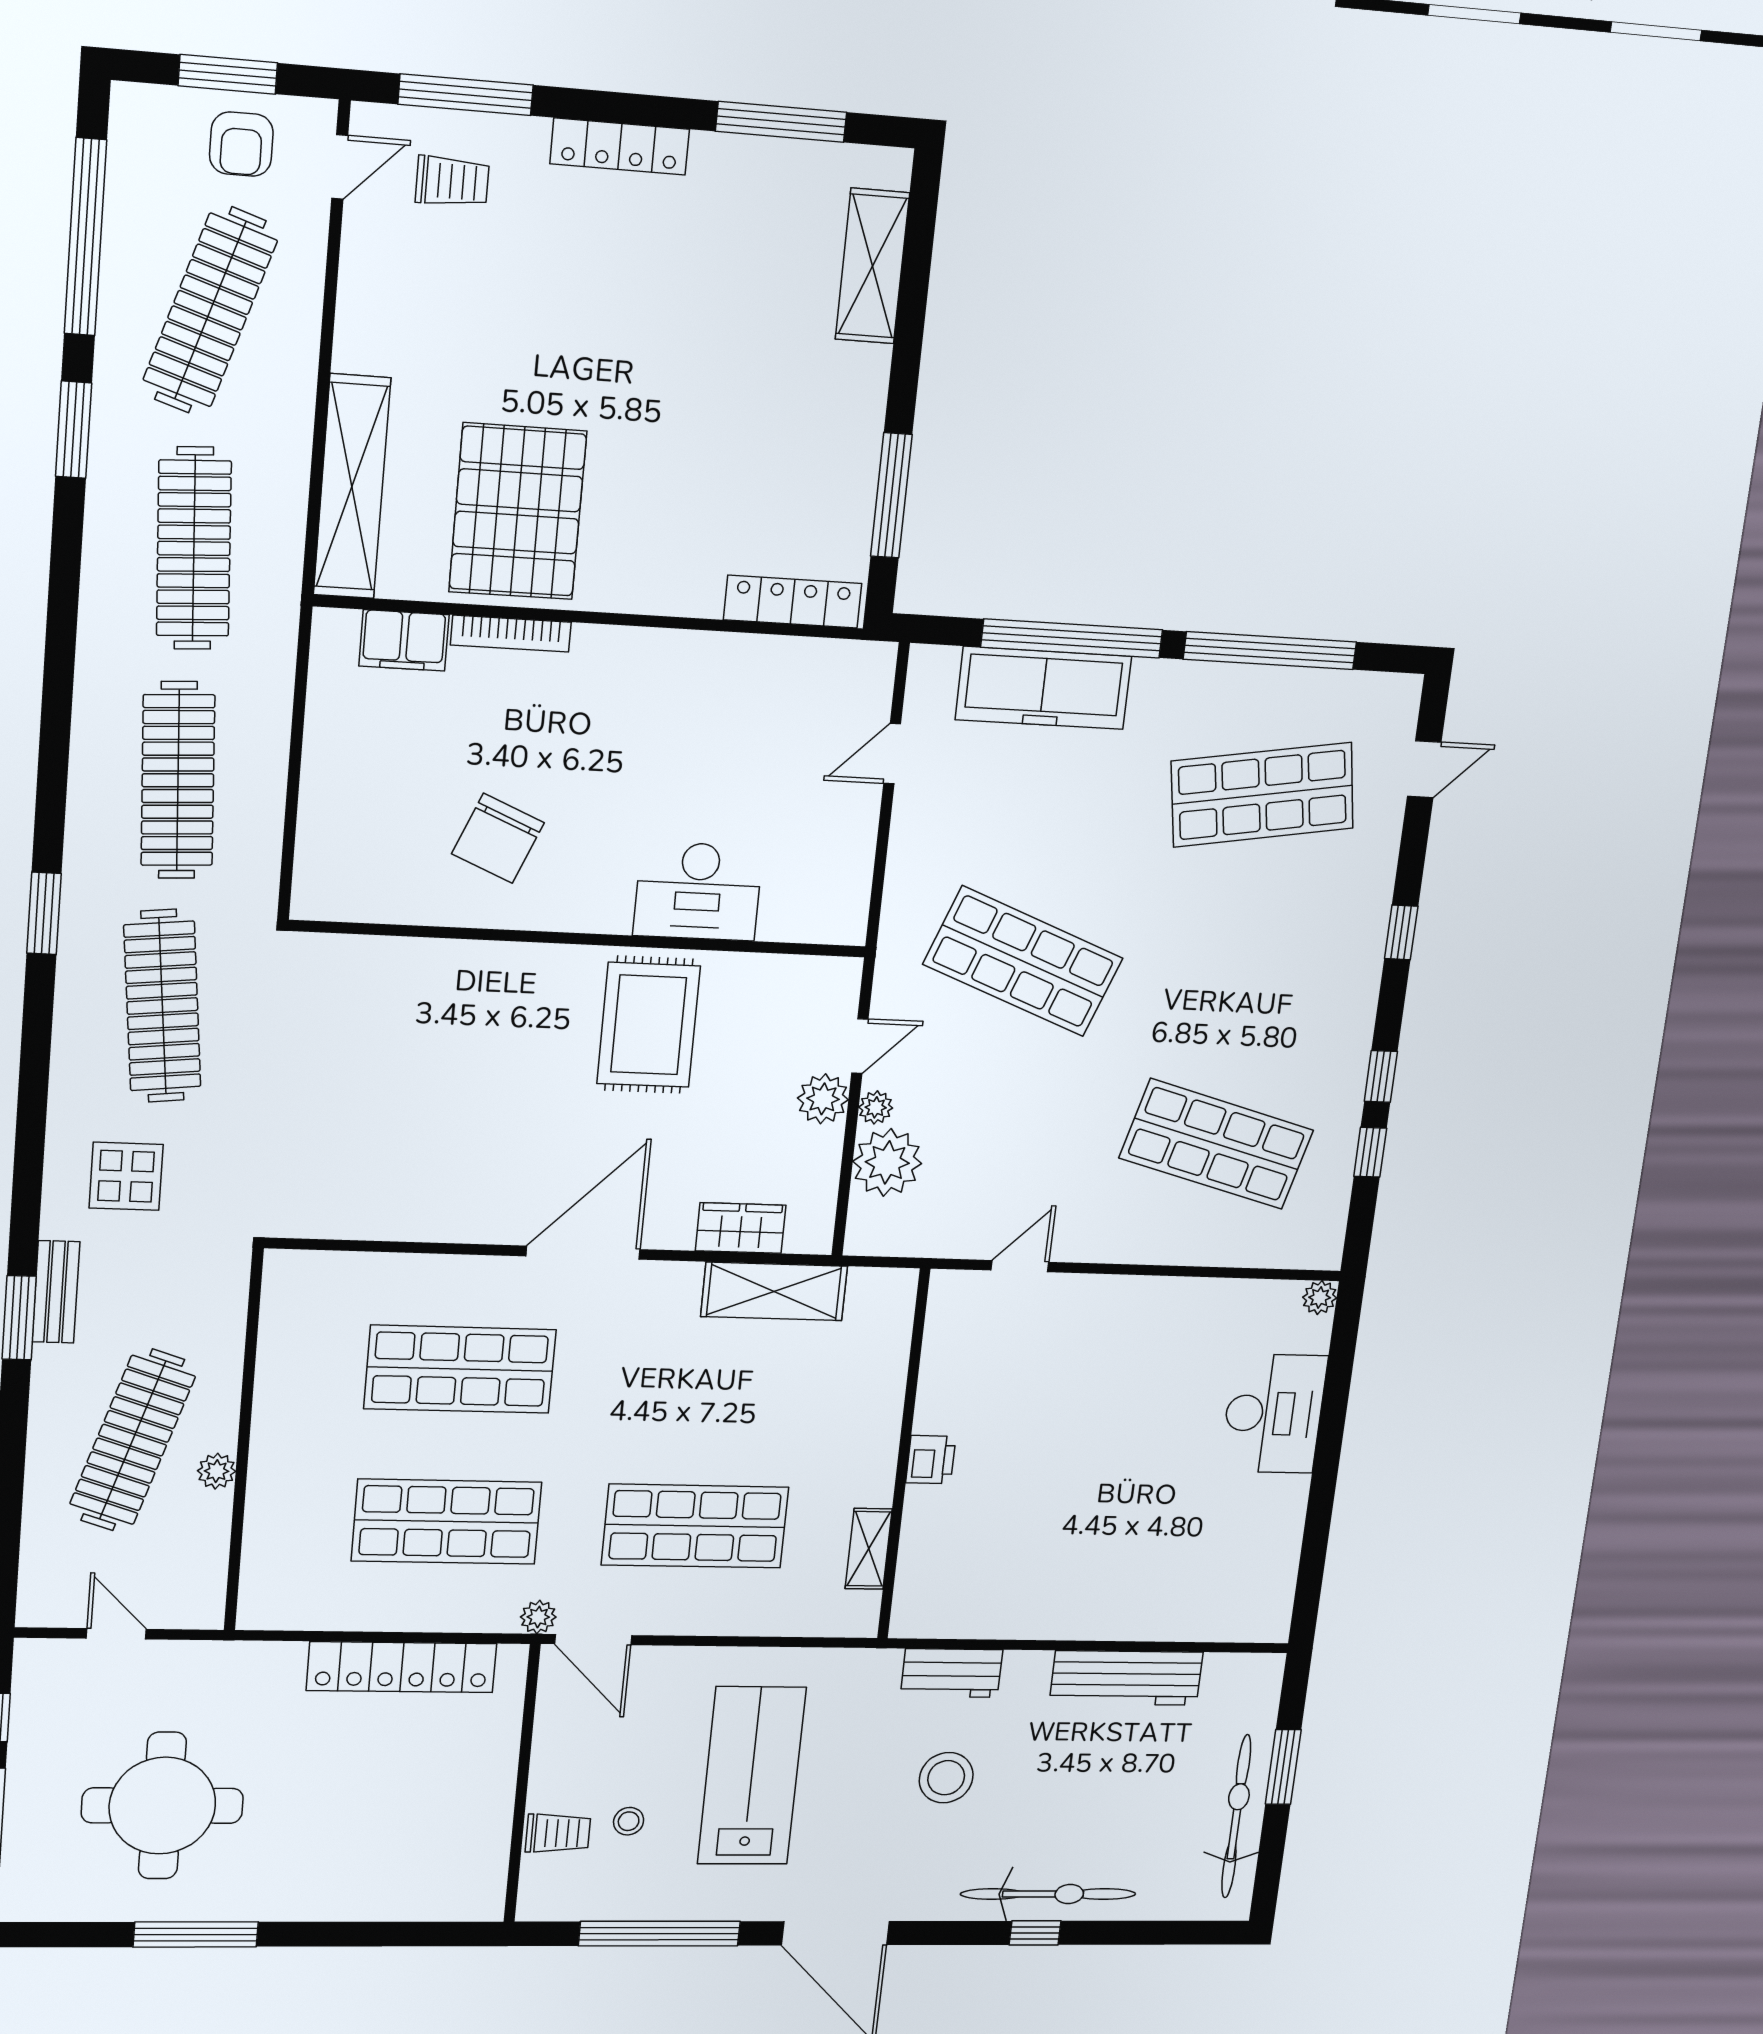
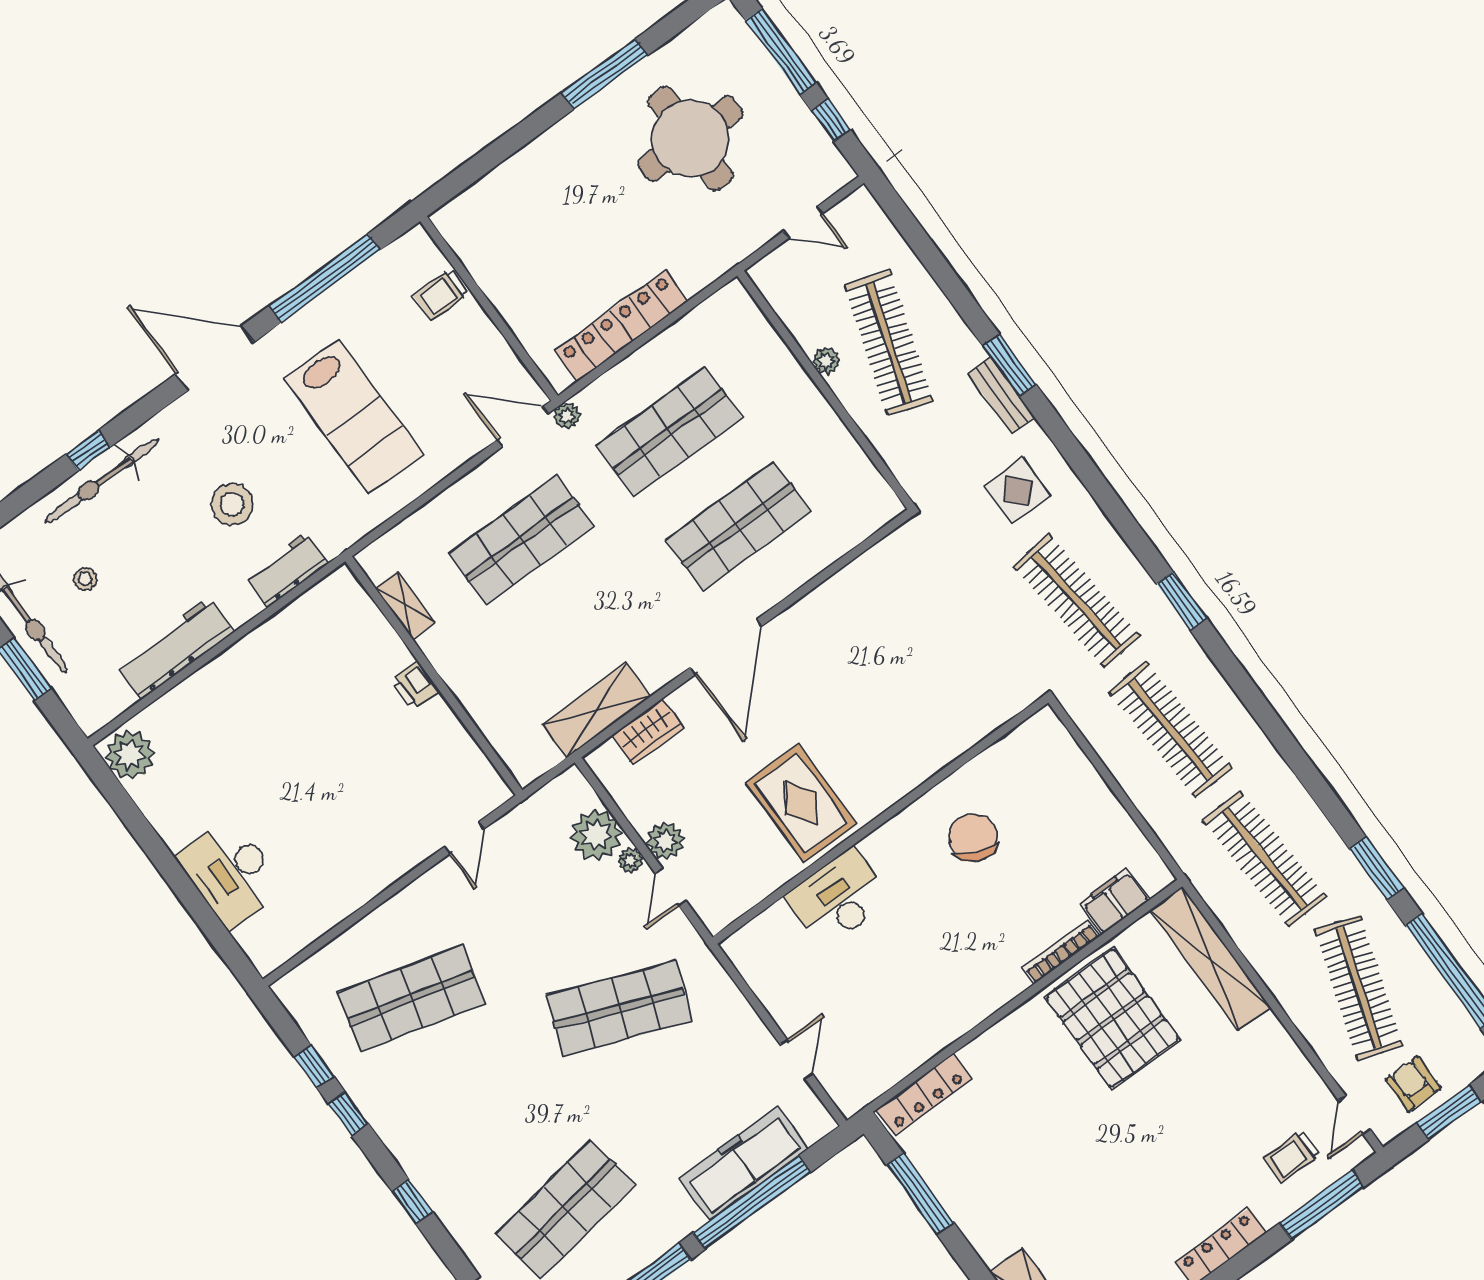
plant: (1320, 1298) -> (130, 755), moved, width x1.87, depth x1.87
stool: (629, 1821) -> (85, 579), moved

